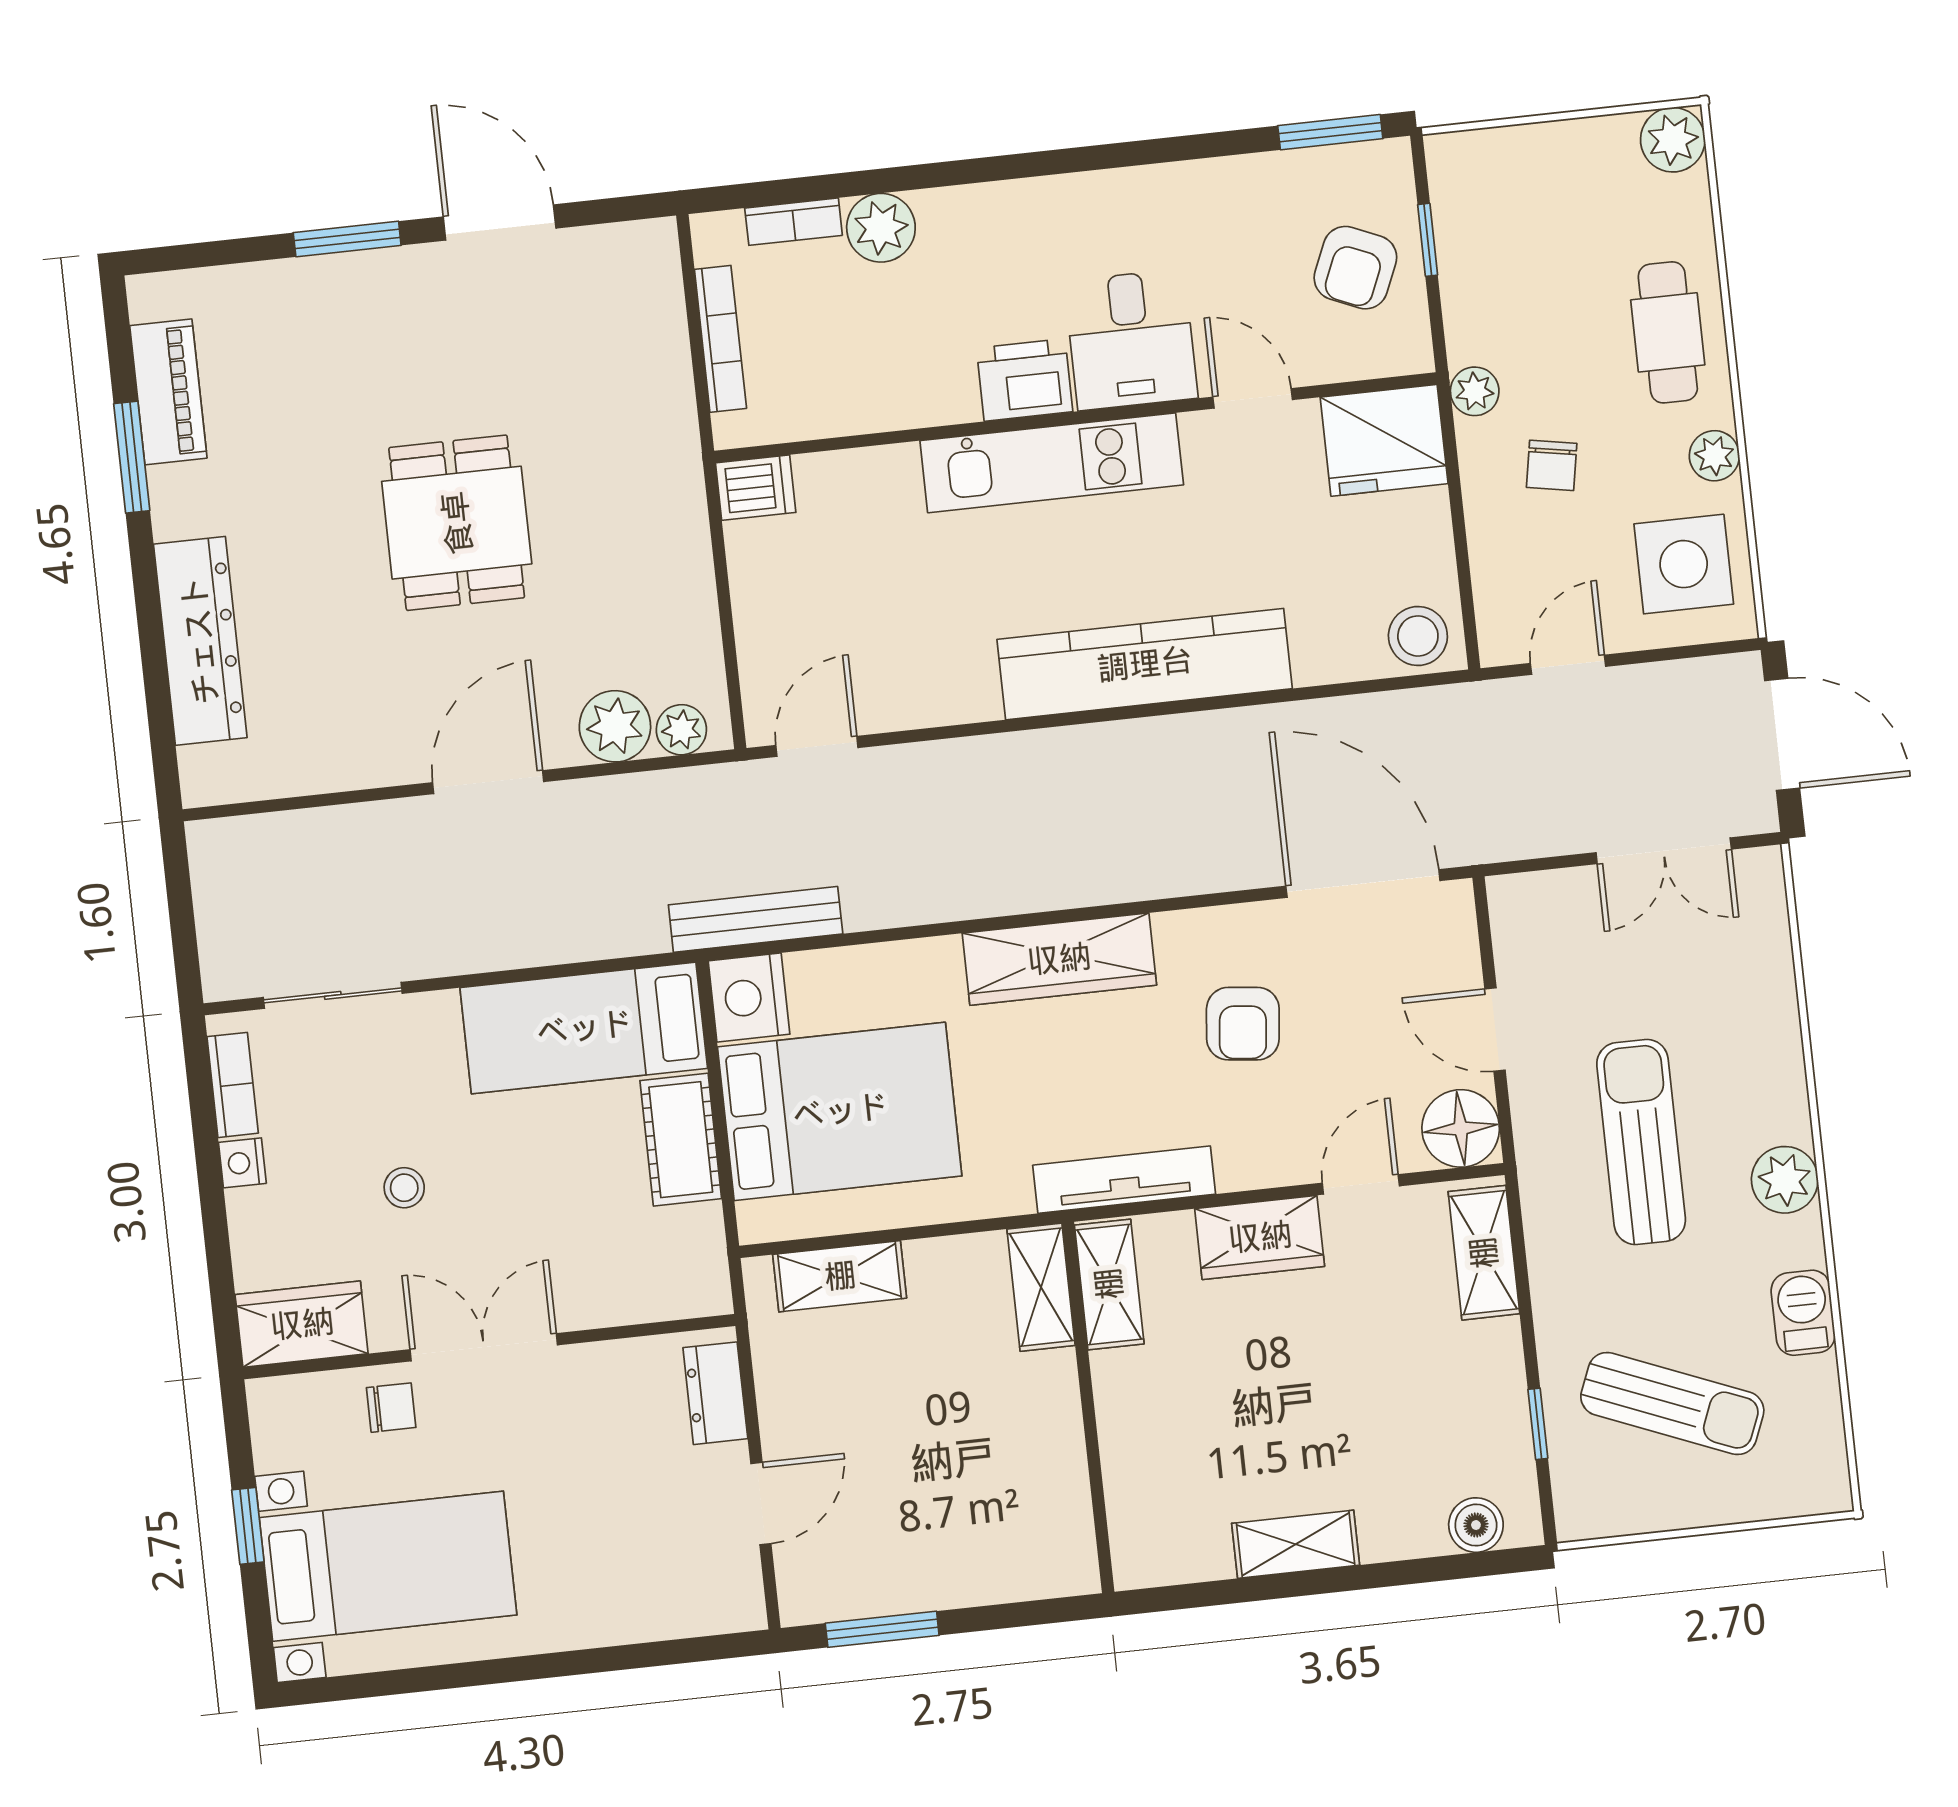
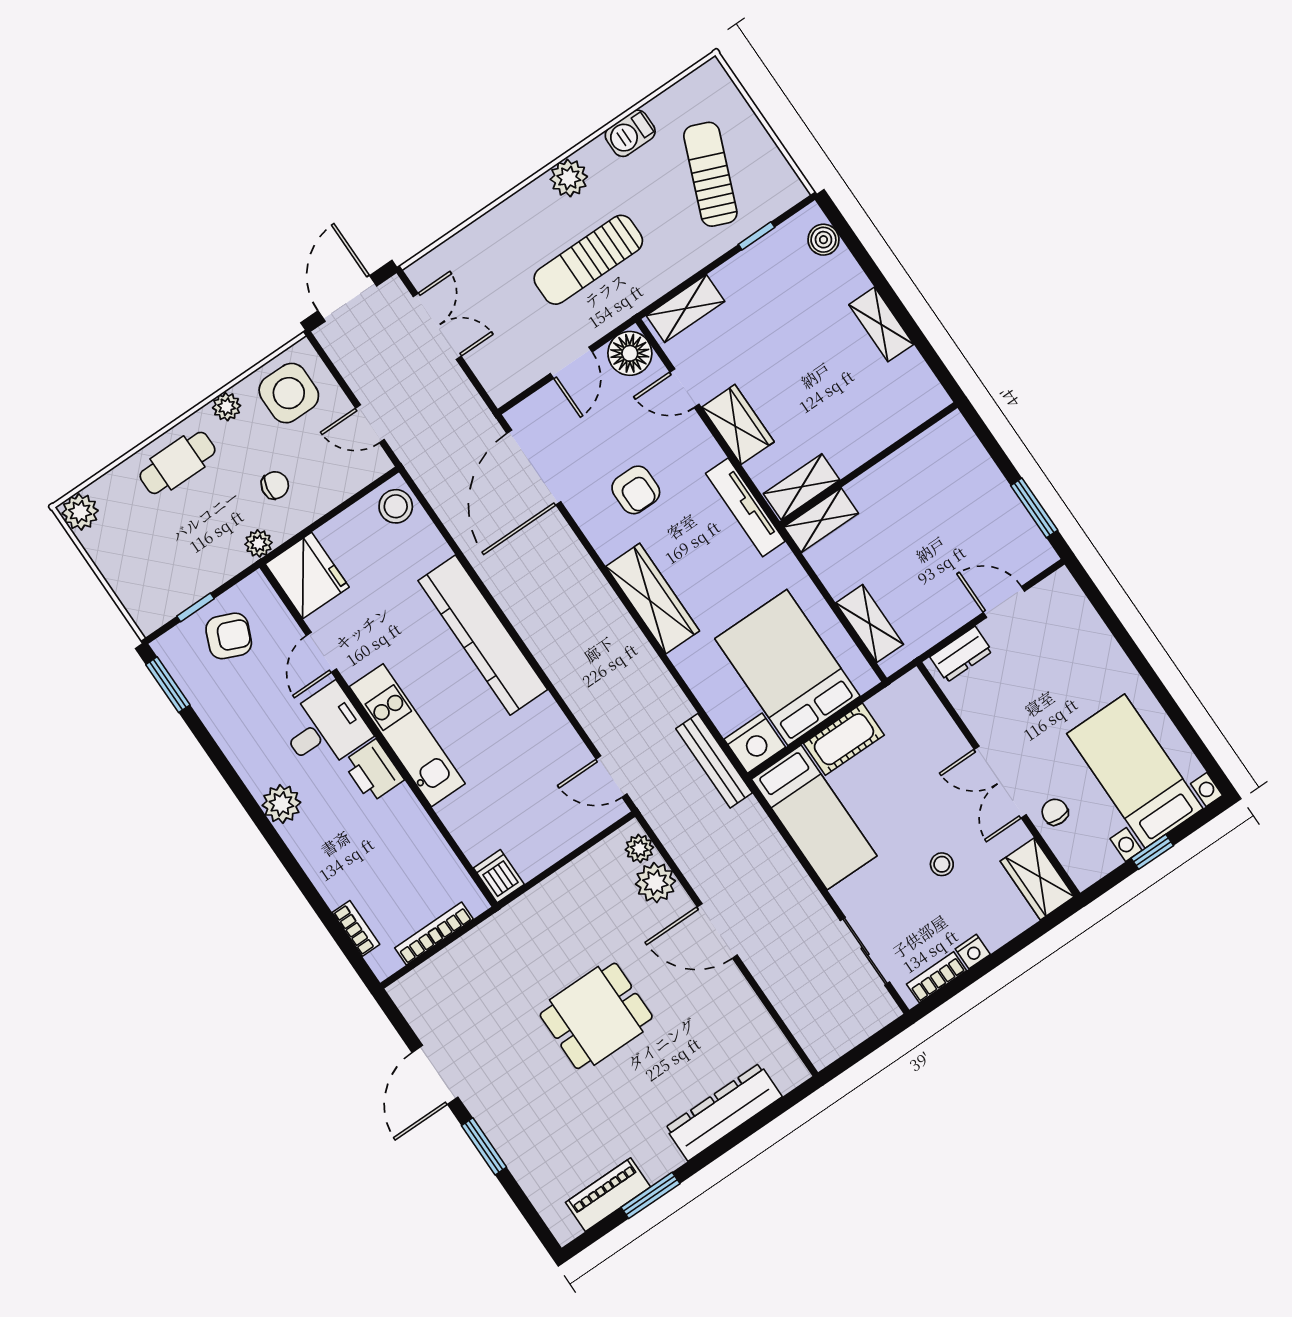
plant: (881, 228) -> (281, 804), moved
armchair: (1243, 1024) -> (636, 490), turned 84

